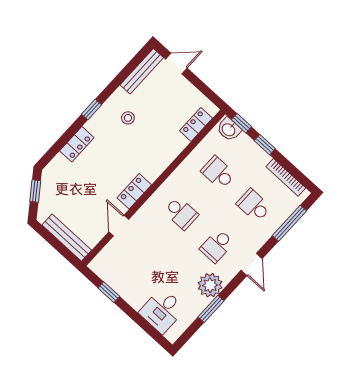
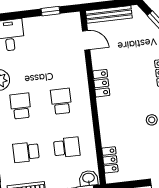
school desk: (254, 205) -> (26, 152), turned 180
school desk: (181, 213) -> (61, 101), turned 90
door: (119, 226) -> (86, 40), moved

